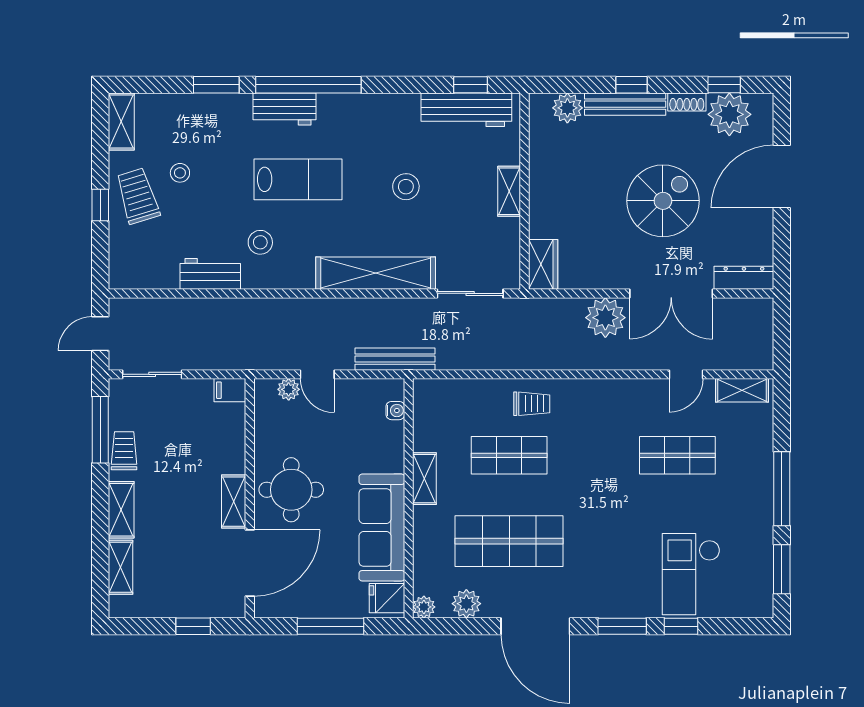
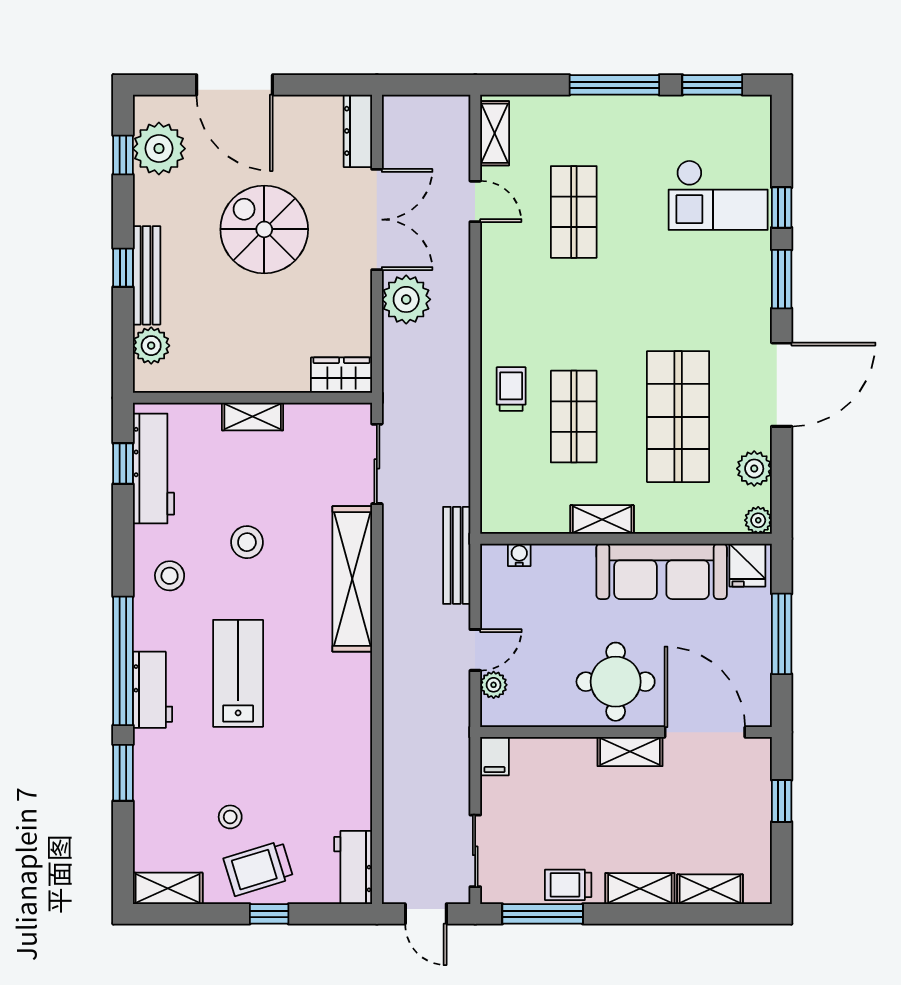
shoe rack: (687, 102) -> (144, 200), removed
stool: (260, 242) -> (170, 576), moved
workbench: (210, 274) -> (353, 868), moved

